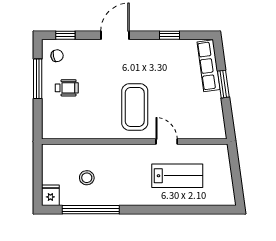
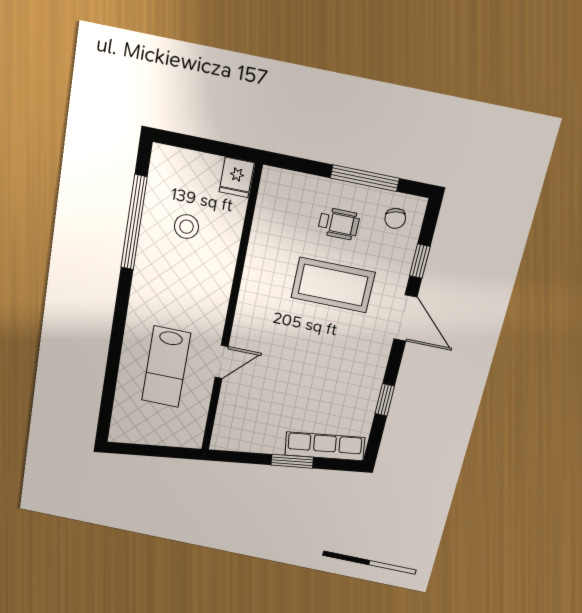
window: (65, 35) -> (420, 261), moved
wheelchair: (67, 88) -> (339, 224), turned -90
coffee table: (135, 107) -> (333, 285), moved
fridge: (50, 195) -> (237, 177), moved, turned 90

